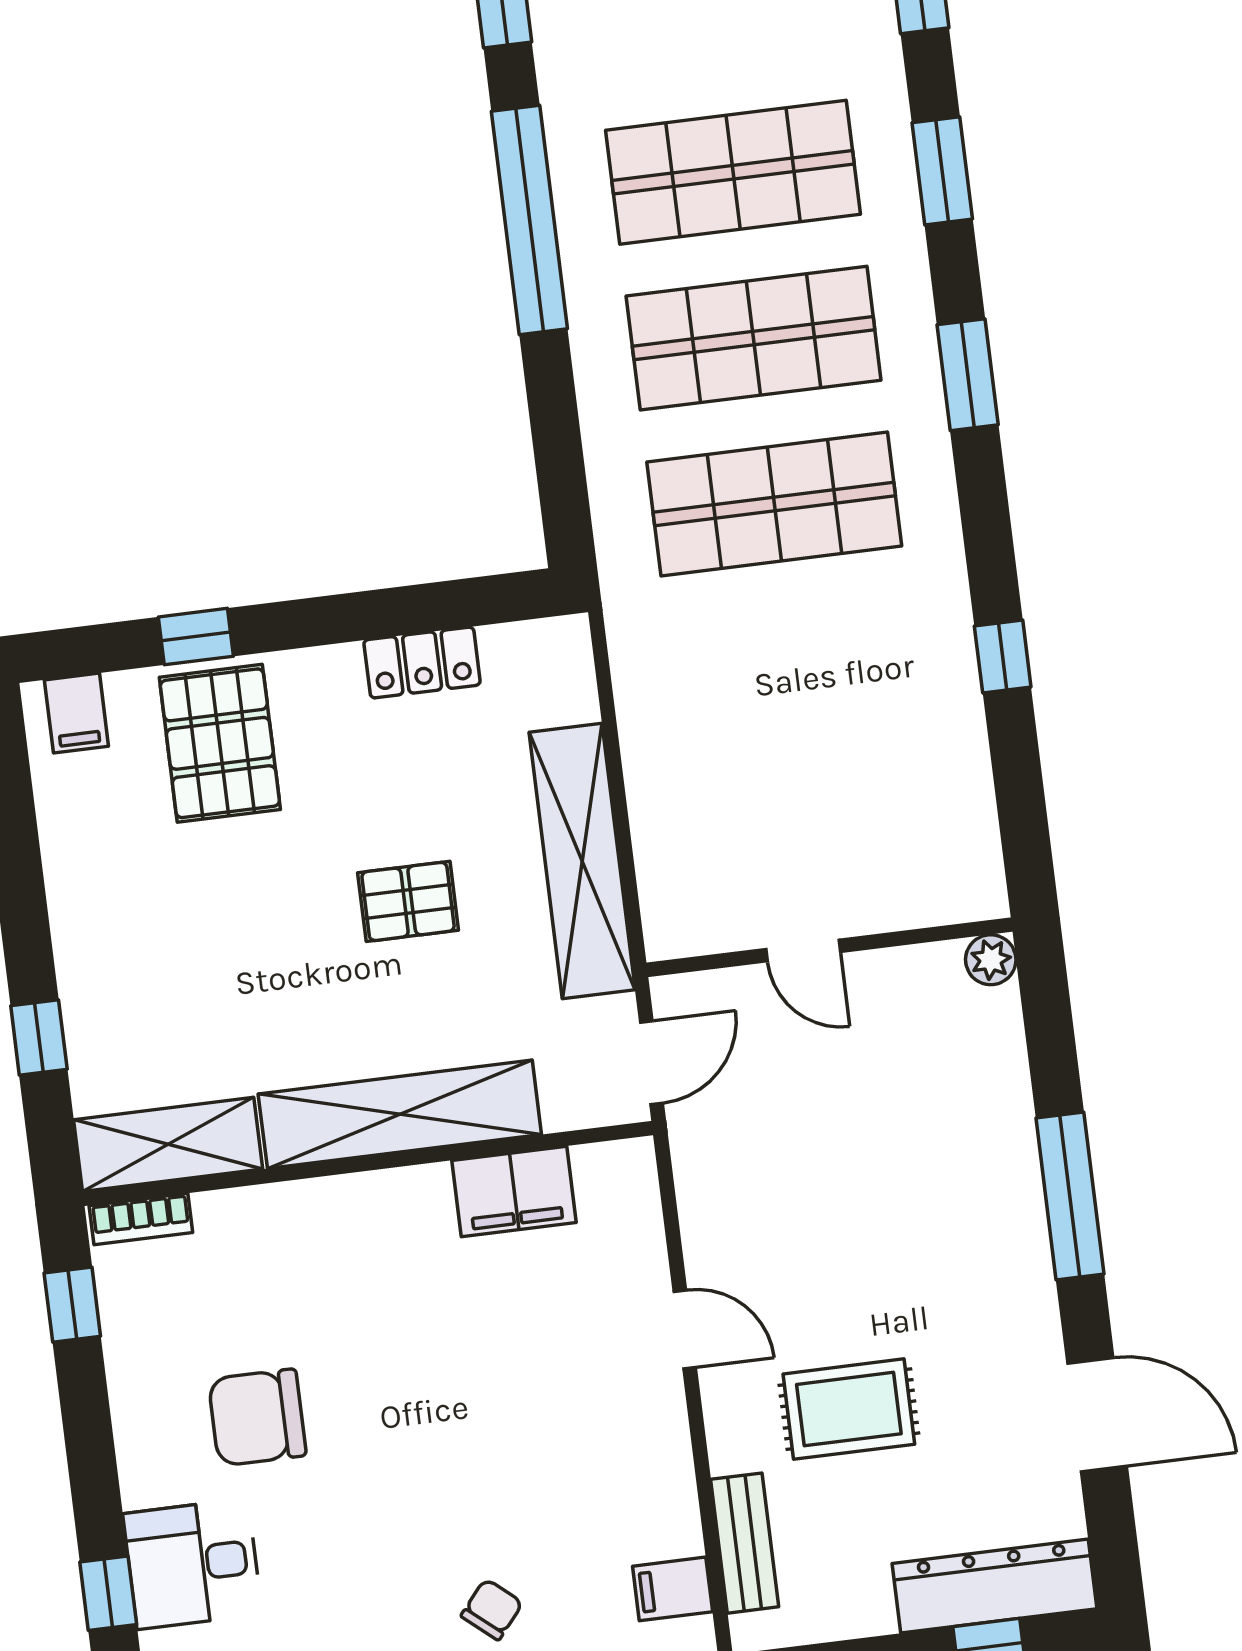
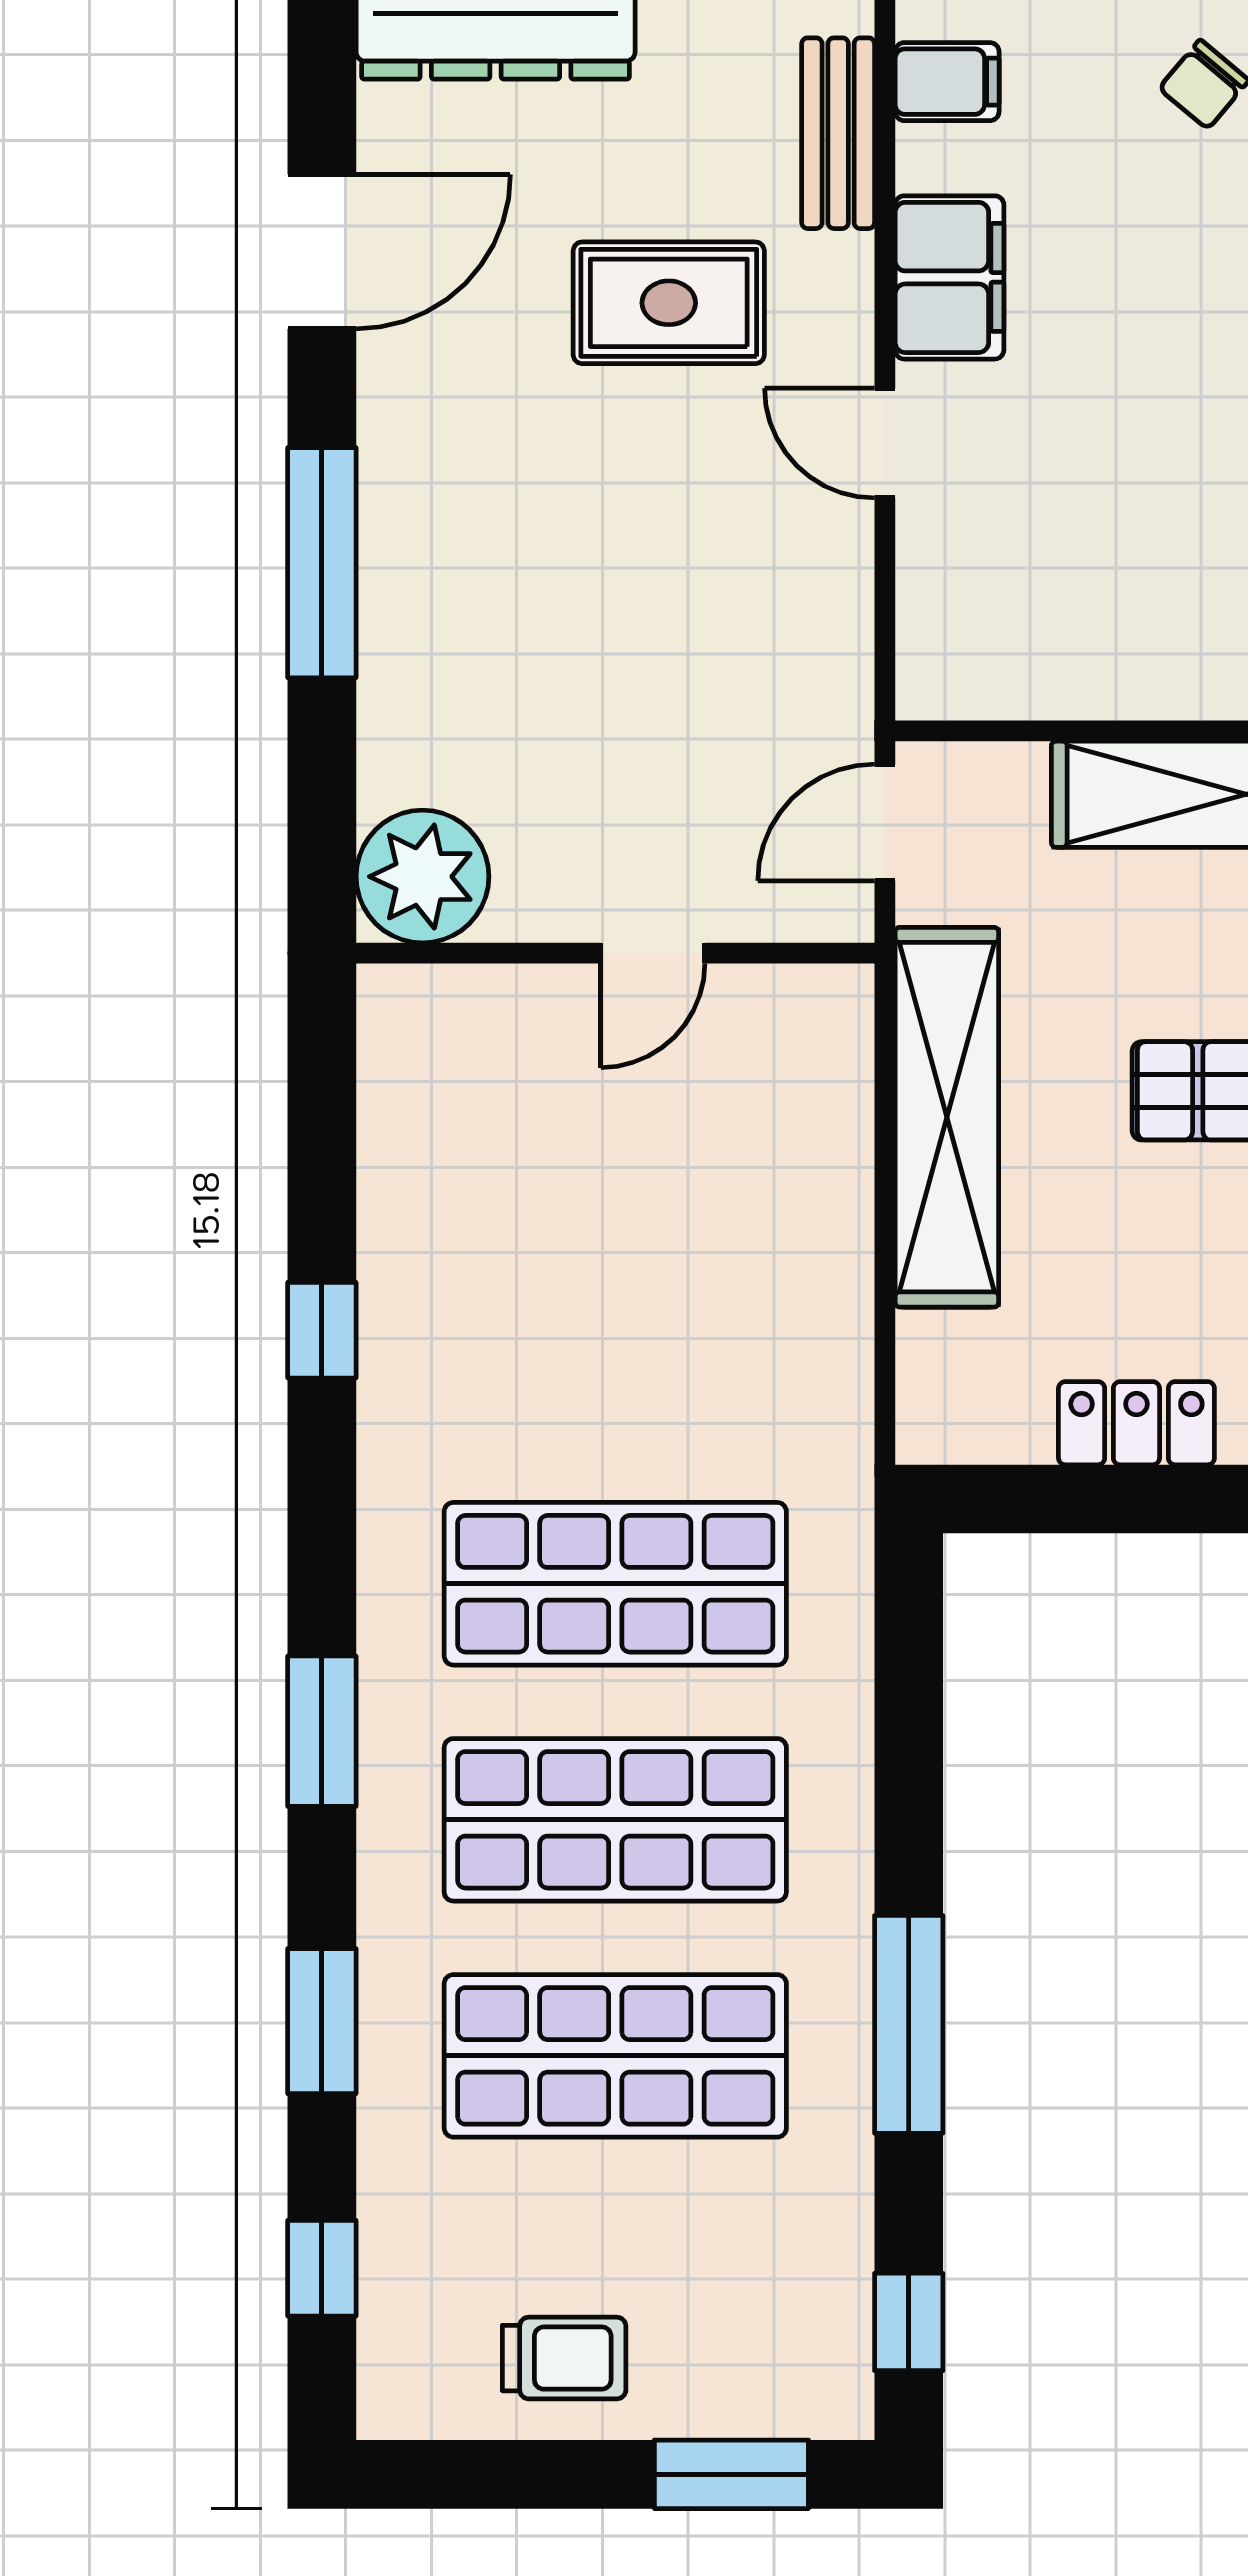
window: (529, 220) -> (909, 2024), width x0.68
door: (803, 950) -> (653, 953), swing flipped
plant: (991, 960) -> (422, 877), width x1.88, depth x1.88
filing cabinet: (514, 1191) -> (949, 277), moved, turned 90
door: (1097, 1415) -> (322, 252), swing flipped

